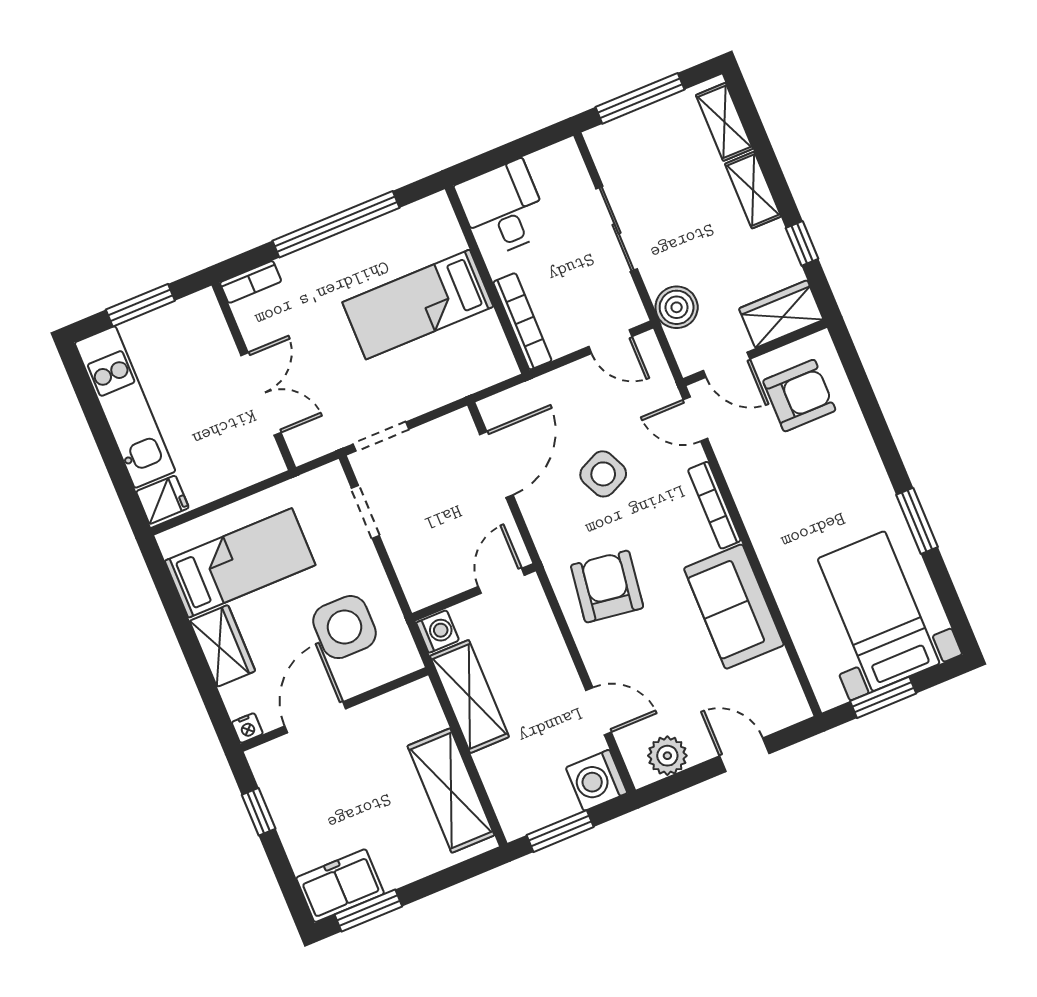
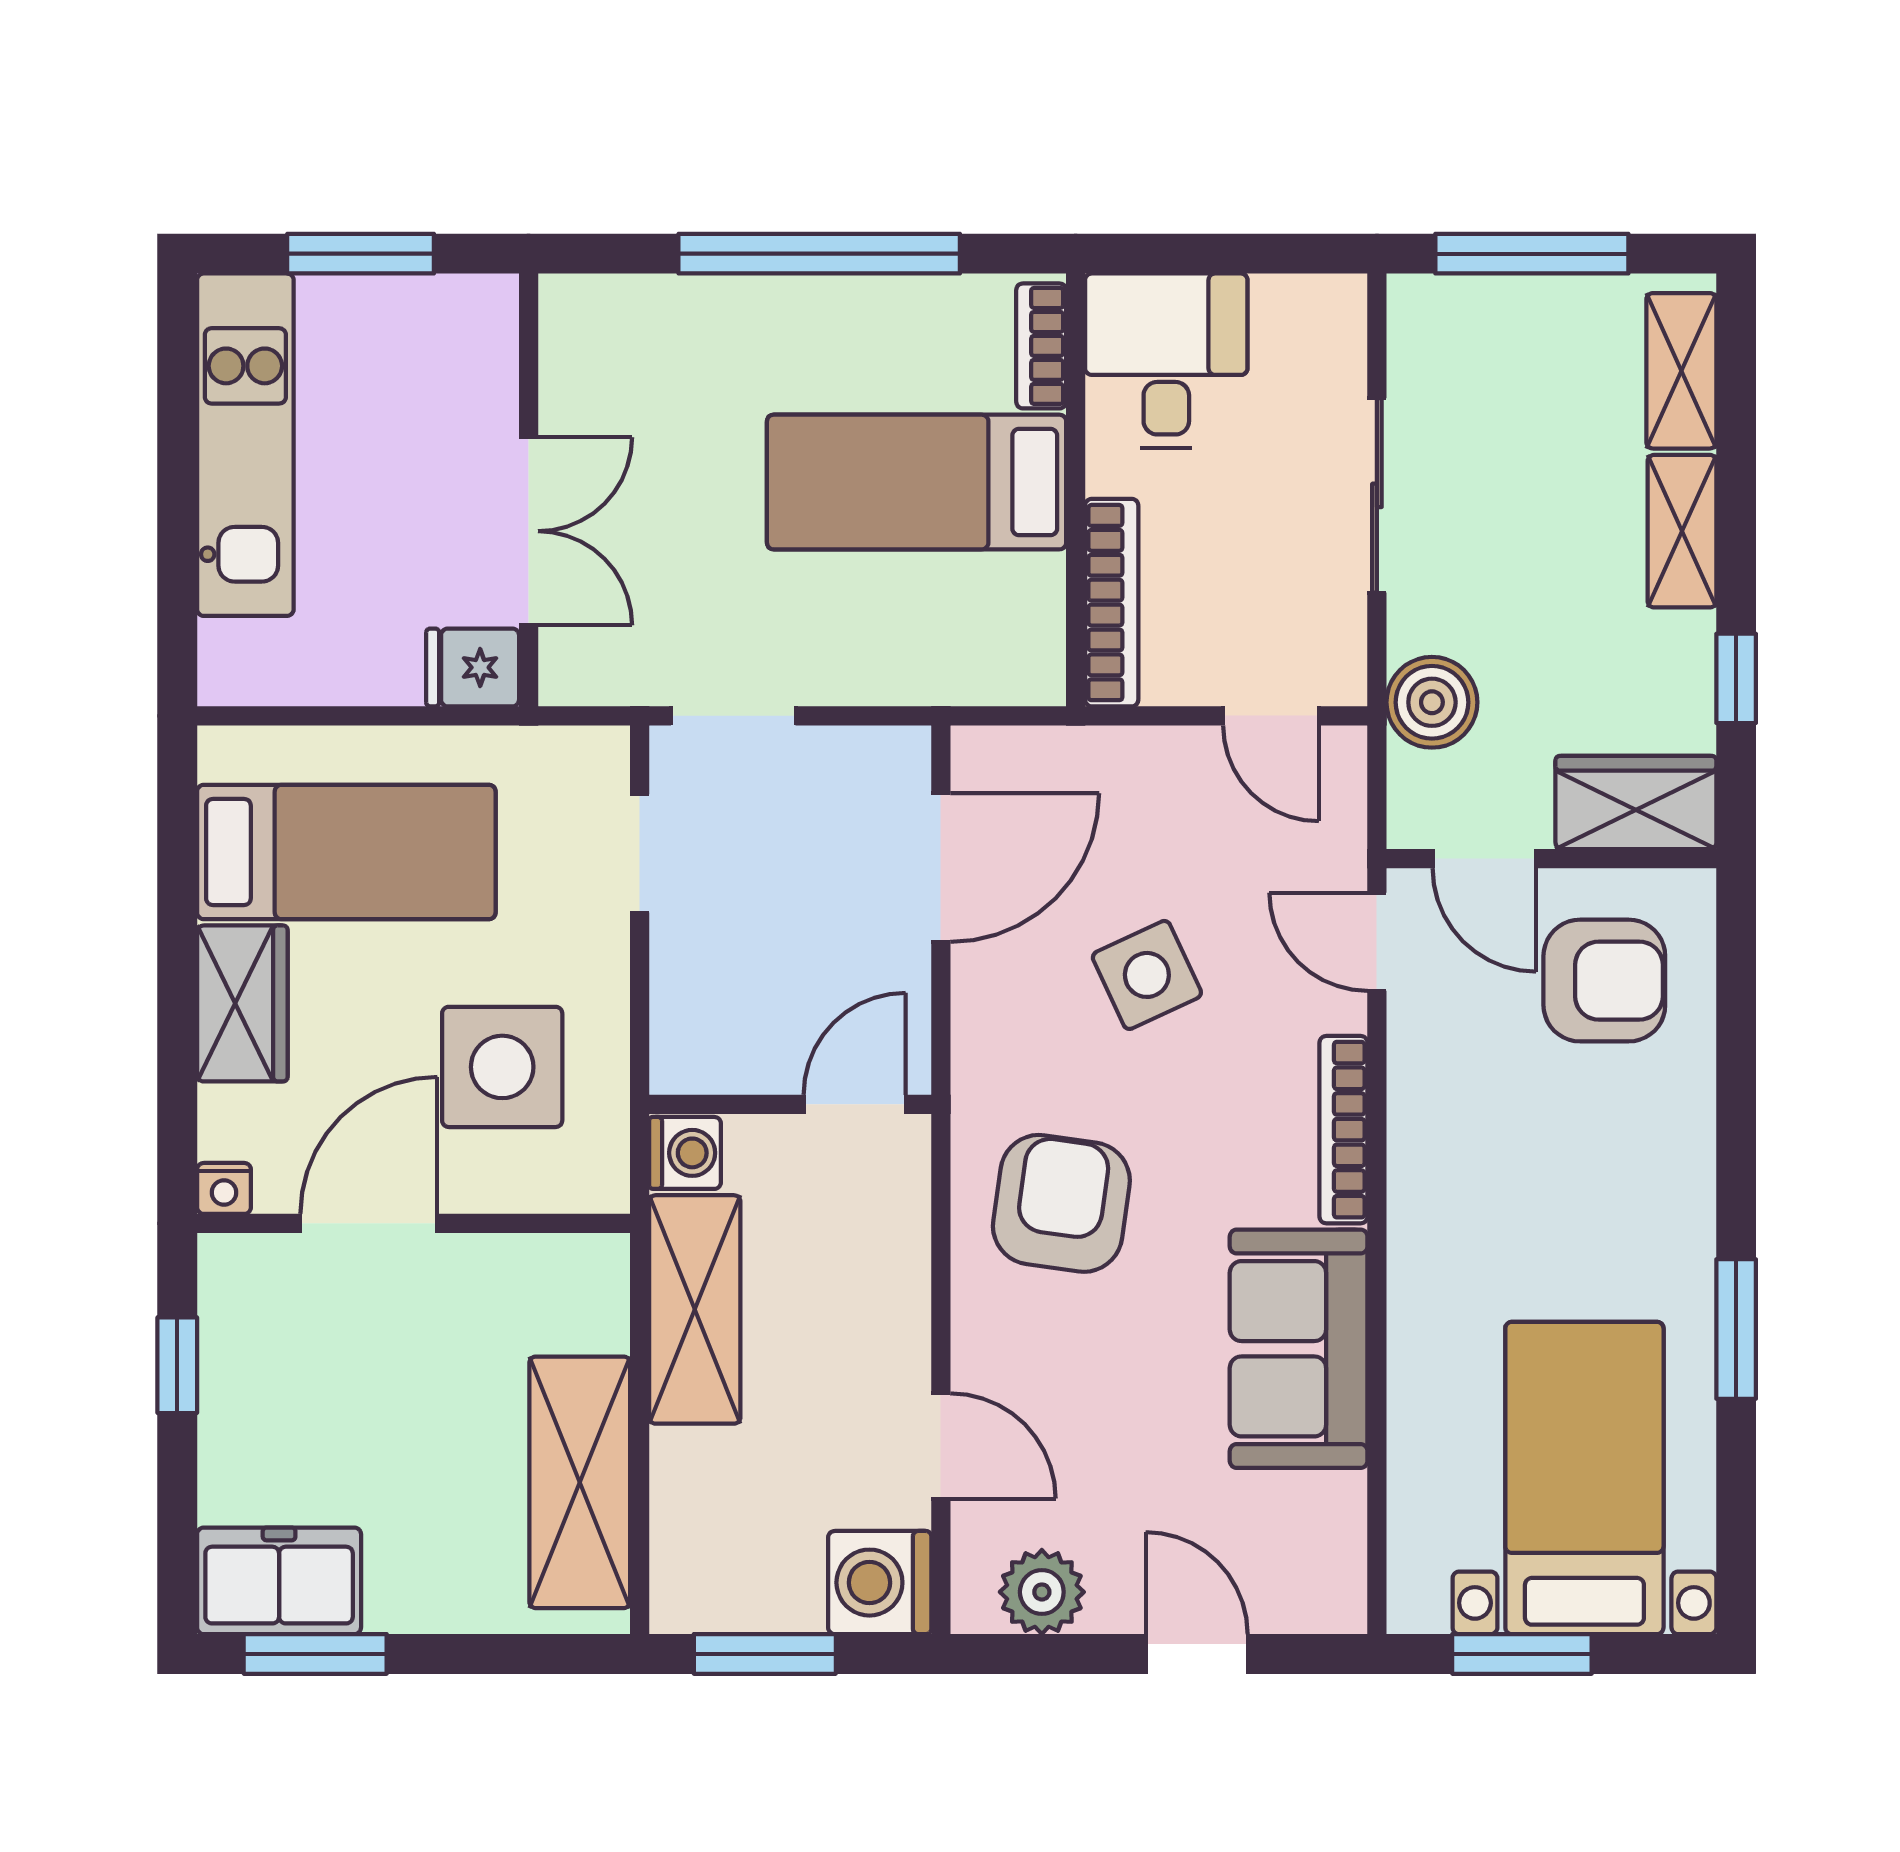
bookcase: (251, 282) -> (1041, 346), moved, turned 90
fridge: (162, 500) -> (473, 667), moved, turned 180

